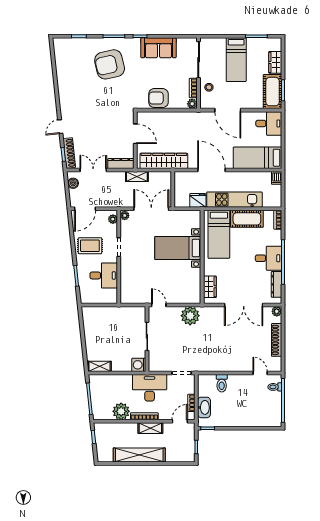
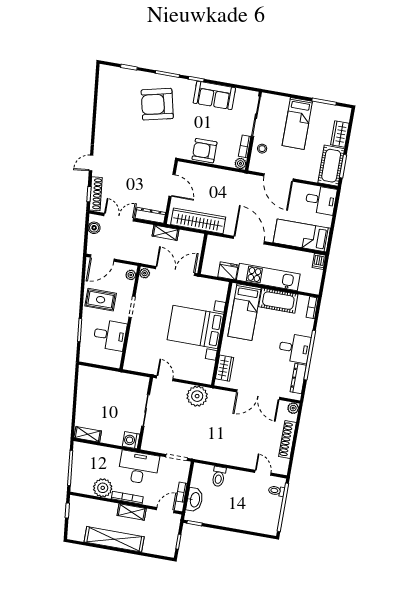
bed with nightstands: (178, 248) -> (195, 327), width x1.36

